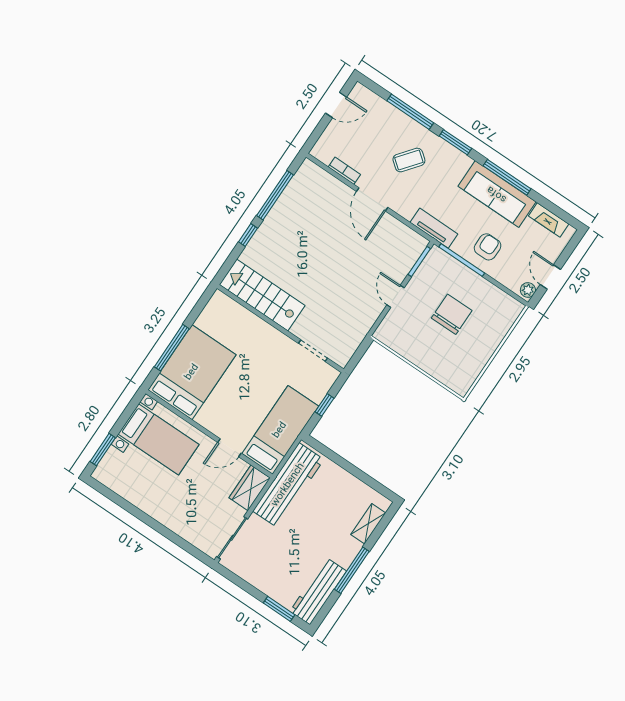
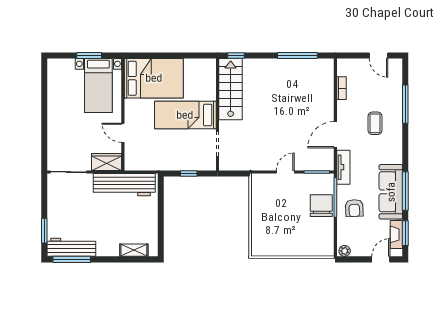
window: (455, 142) -> (405, 233), moved
coffee table: (409, 160) -> (375, 123), turned 52
door: (372, 199) -> (335, 135), moved
window: (248, 235) -> (236, 55), moved
armchair: (488, 247) -> (354, 208), turned 87
door: (550, 277) -> (381, 259), moved
chair: (452, 314) -> (321, 206), moved, turned -90
window: (172, 348) -> (160, 55), removed
bed: (280, 430) -> (185, 115), moved, turned 180
window: (103, 450) -> (89, 55), moved
window: (352, 570) -> (72, 259), moved

